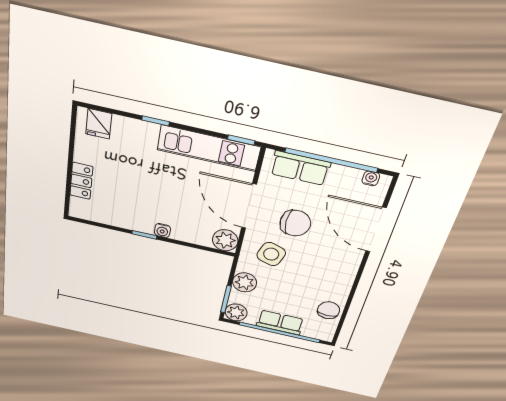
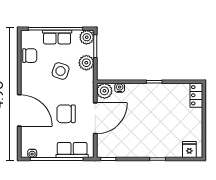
kitchen unit: (209, 148) -> (125, 150), removed
locker: (81, 181) -> (196, 95), moved
door: (249, 206) -> (95, 118), hinge flipped
water cooler: (162, 230) -> (120, 88), moved
door: (376, 230) -> (19, 110), moved
side table: (271, 254) -> (61, 71), moved
chair: (328, 310) -> (30, 56), turned -91

